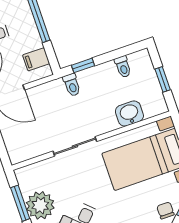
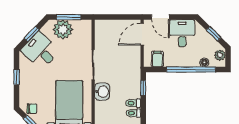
toilet: (72, 85) -> (133, 103), moved
washbasin: (129, 114) -> (102, 92), moved

